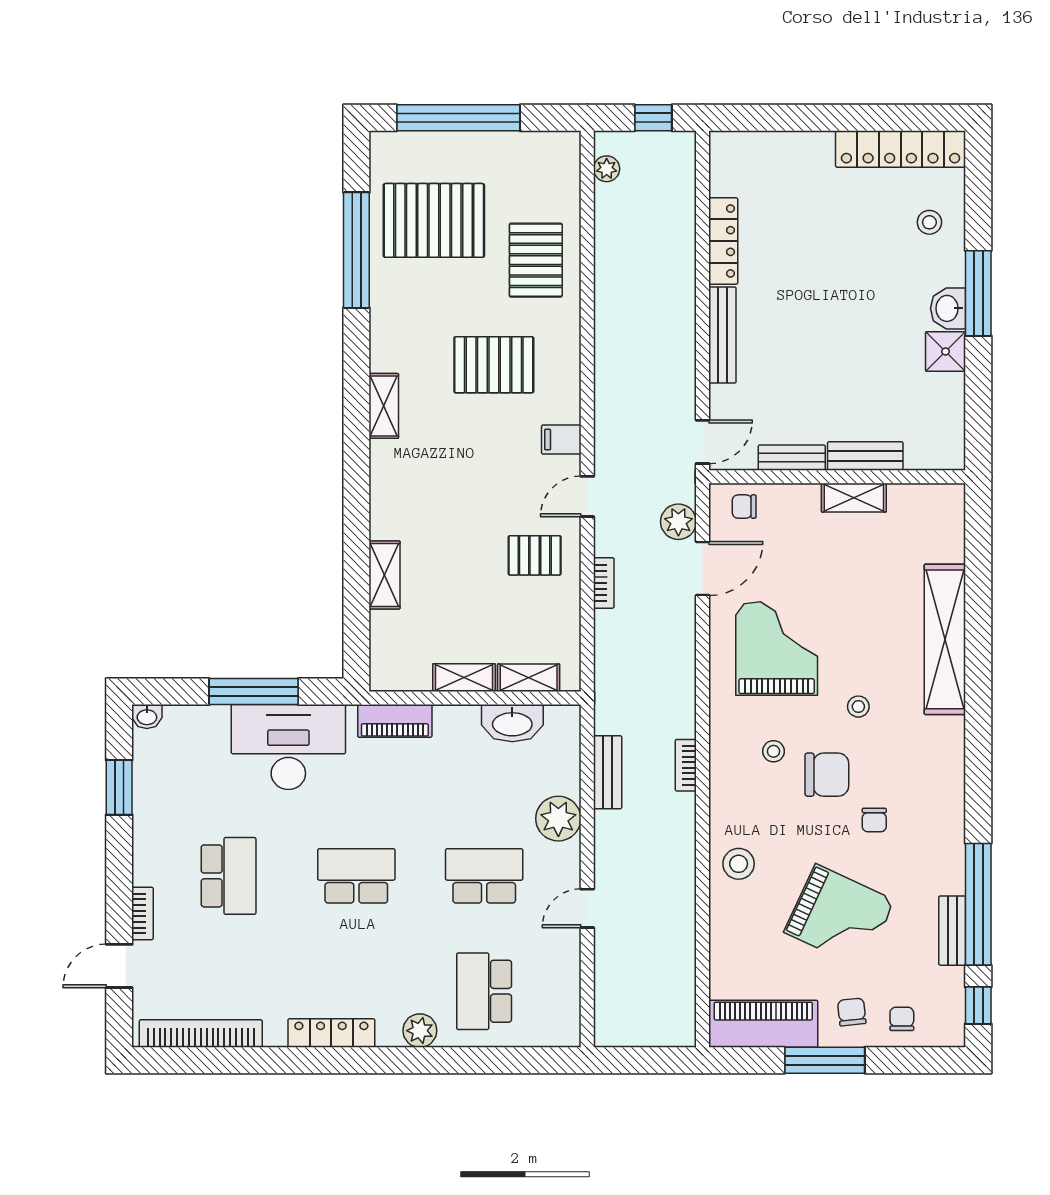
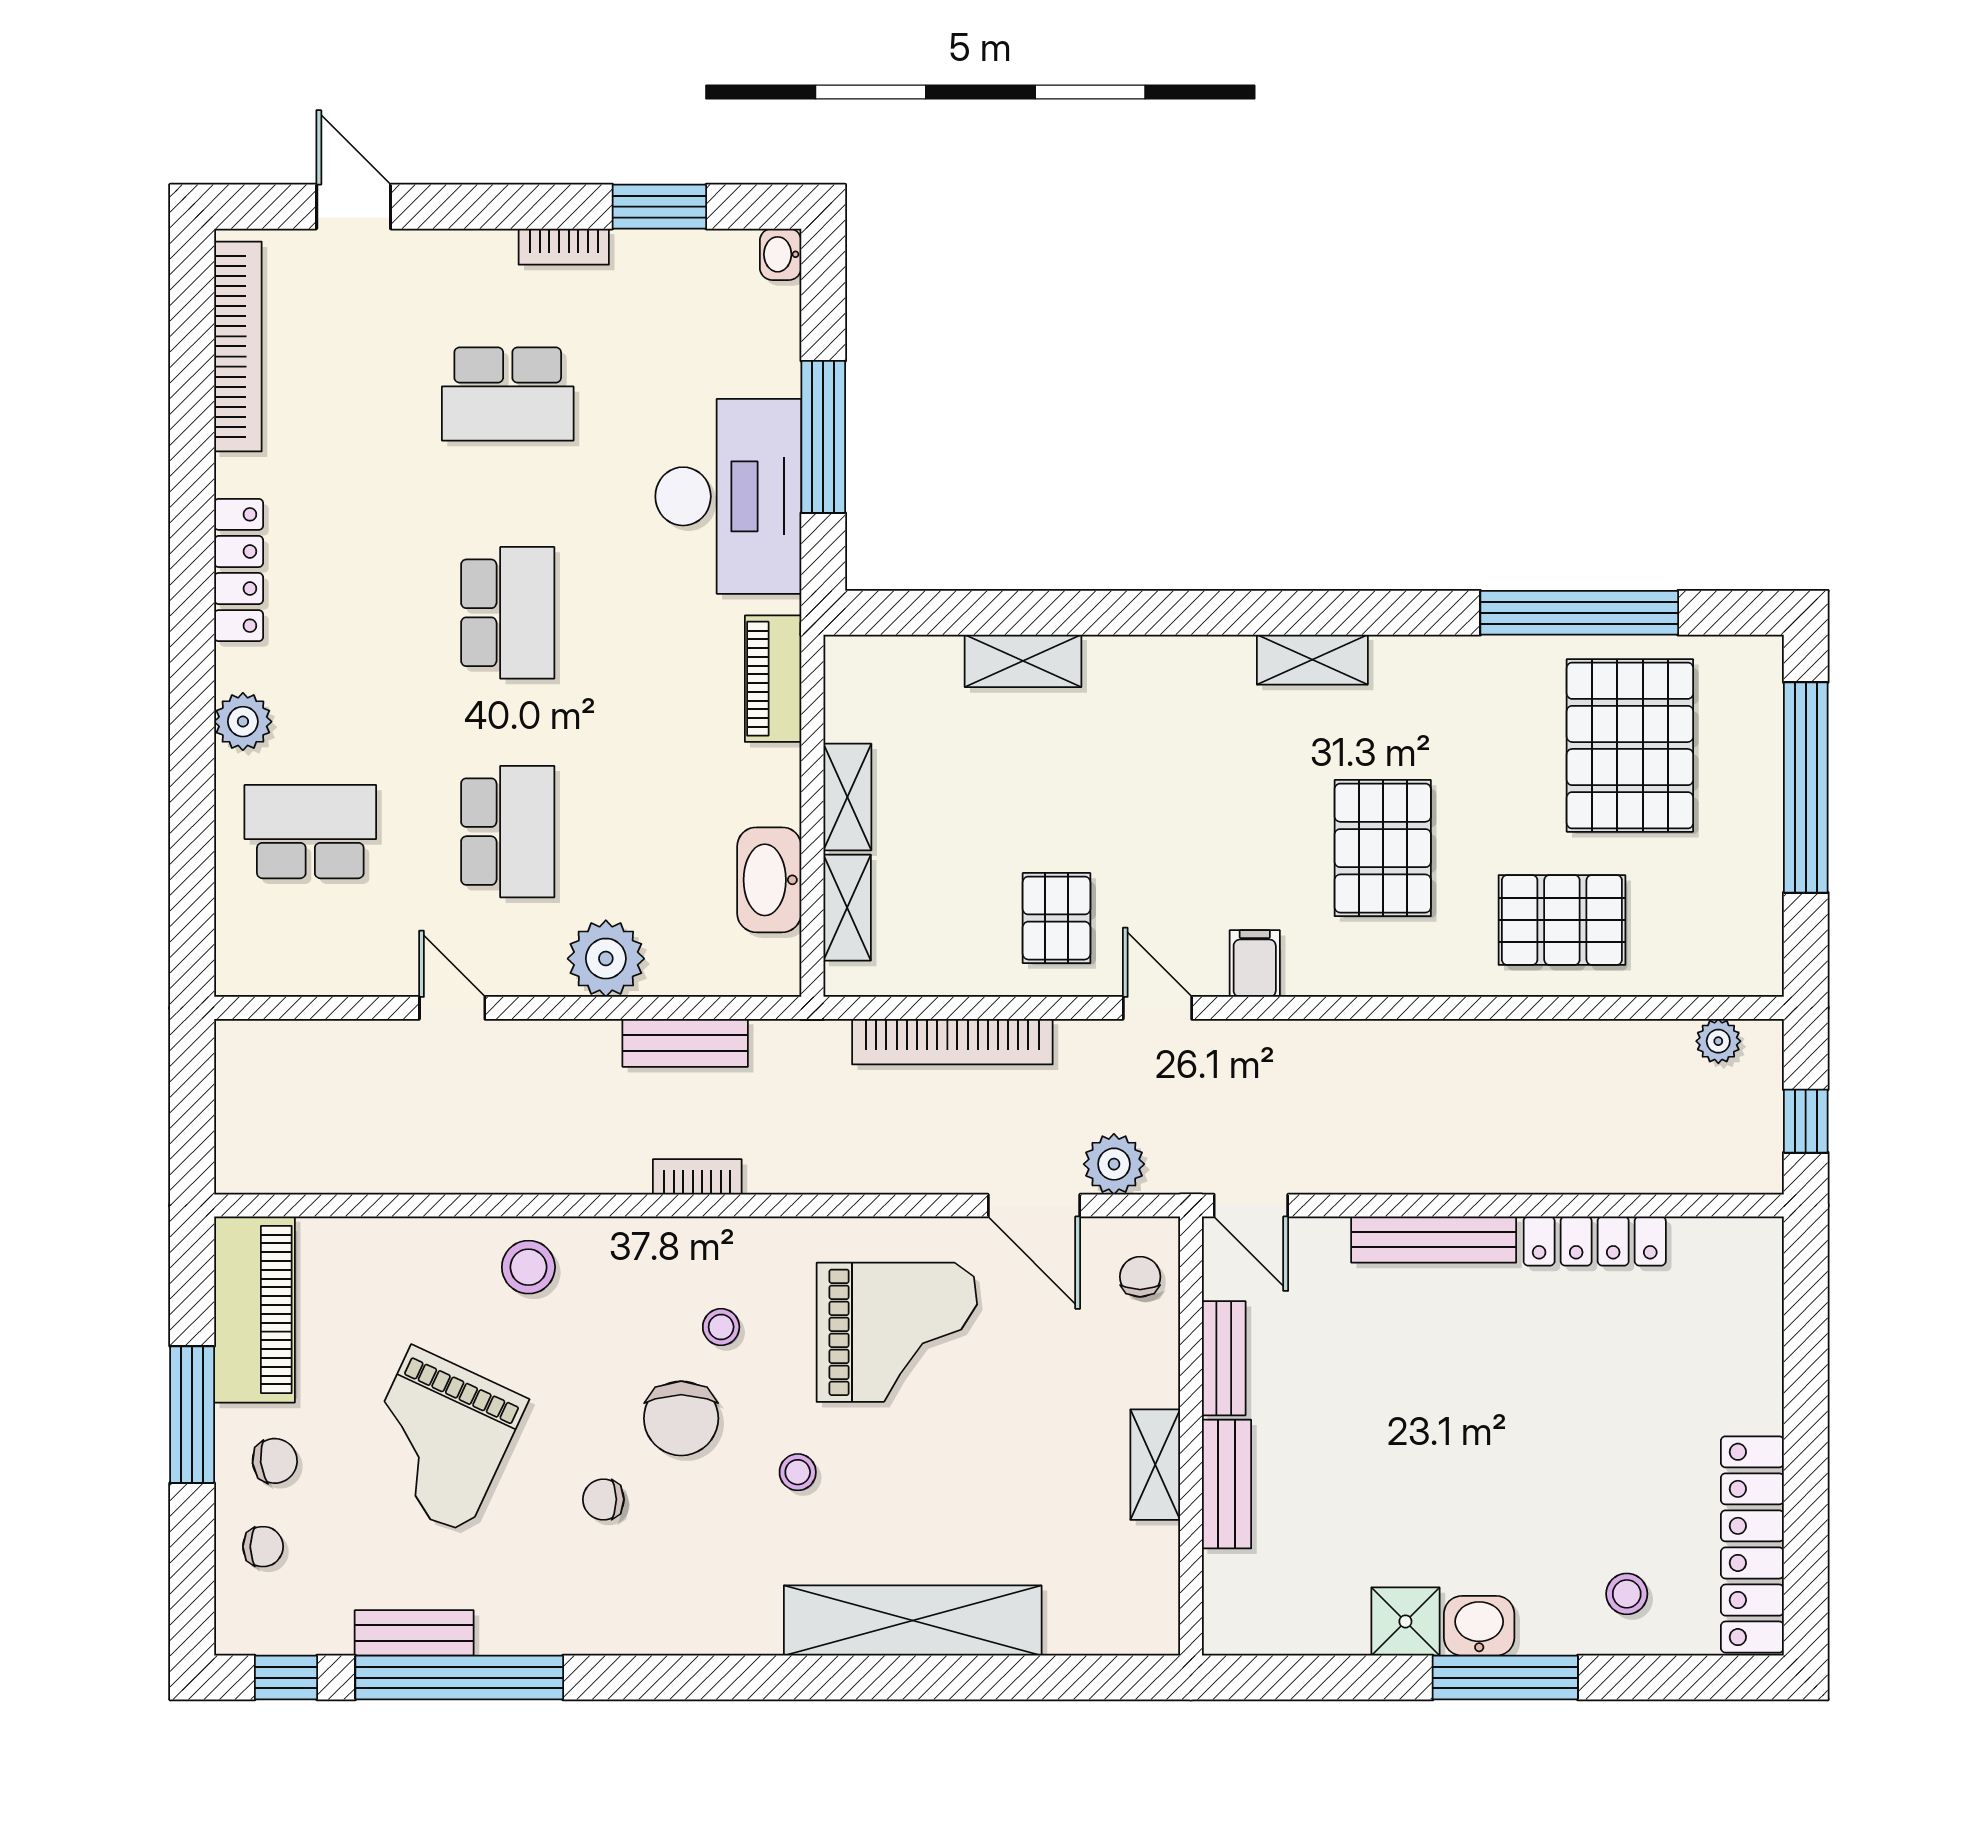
bookcase: (604, 583) -> (952, 1042), width x2.31, depth x1.31
bookcase: (142, 913) -> (564, 247), moved

